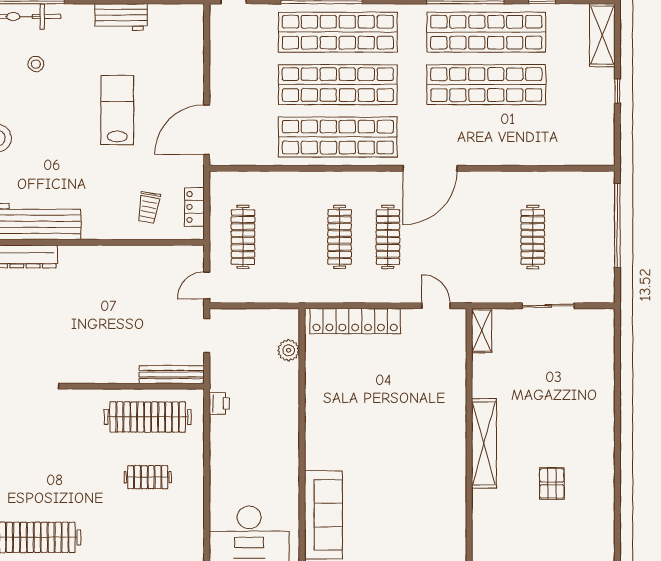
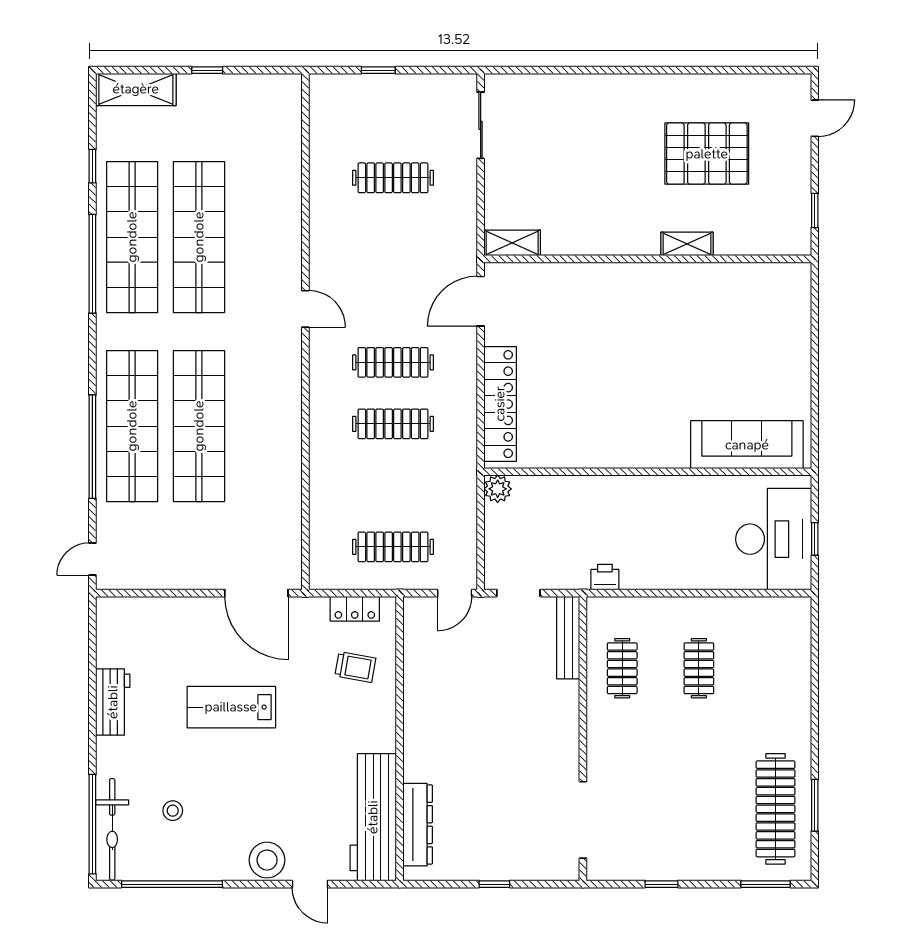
shop shelf: (338, 137) -> (266, 426), removed
door: (430, 168) -> (305, 309), width x0.53
window: (617, 225) -> (378, 70), width x0.32
door: (207, 285) -> (455, 593), hinge flipped
door: (436, 306) -> (481, 301), width x1.38
sliding door: (548, 306) -> (481, 125), moved
plant: (289, 350) -> (498, 489), moved
clothes rail: (148, 417) -> (622, 668), width x0.54, depth x0.76
shelving: (484, 443) -> (687, 244), width x0.45, depth x0.75
pallet: (552, 483) -> (707, 154), width x2.05, depth x2.00

